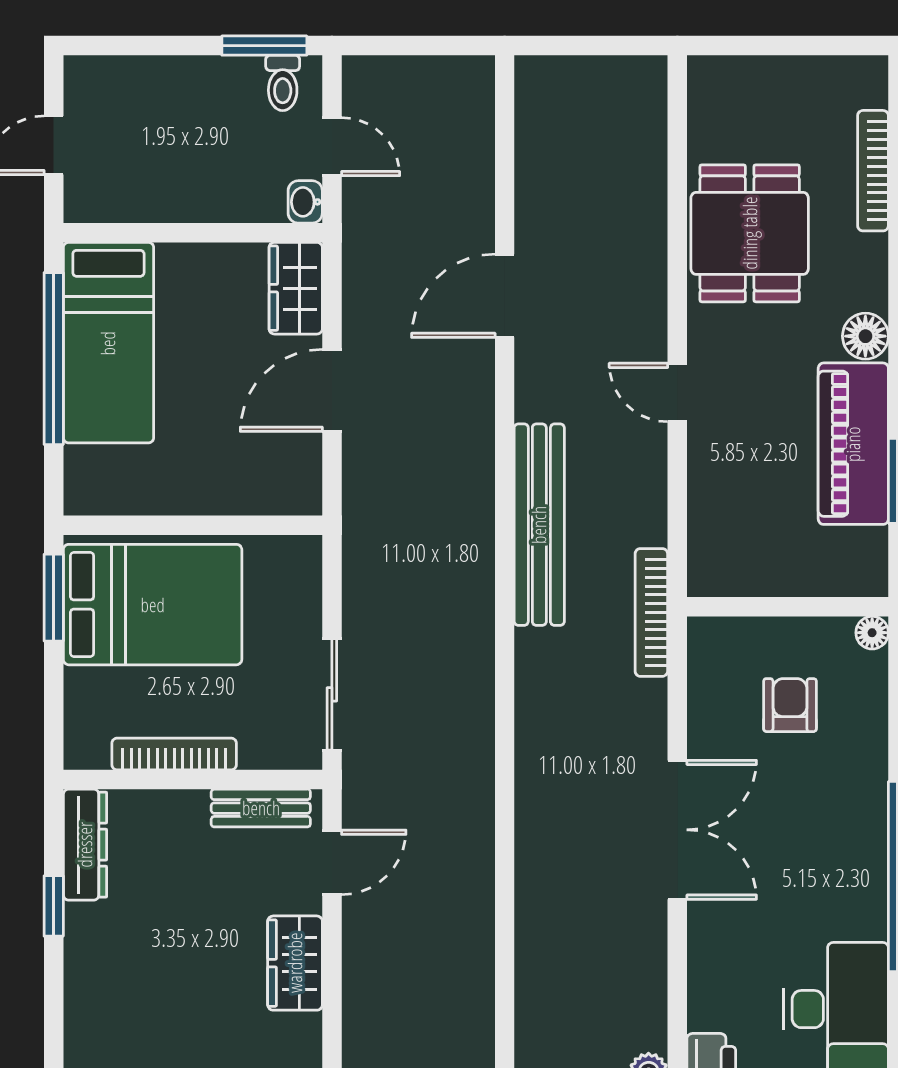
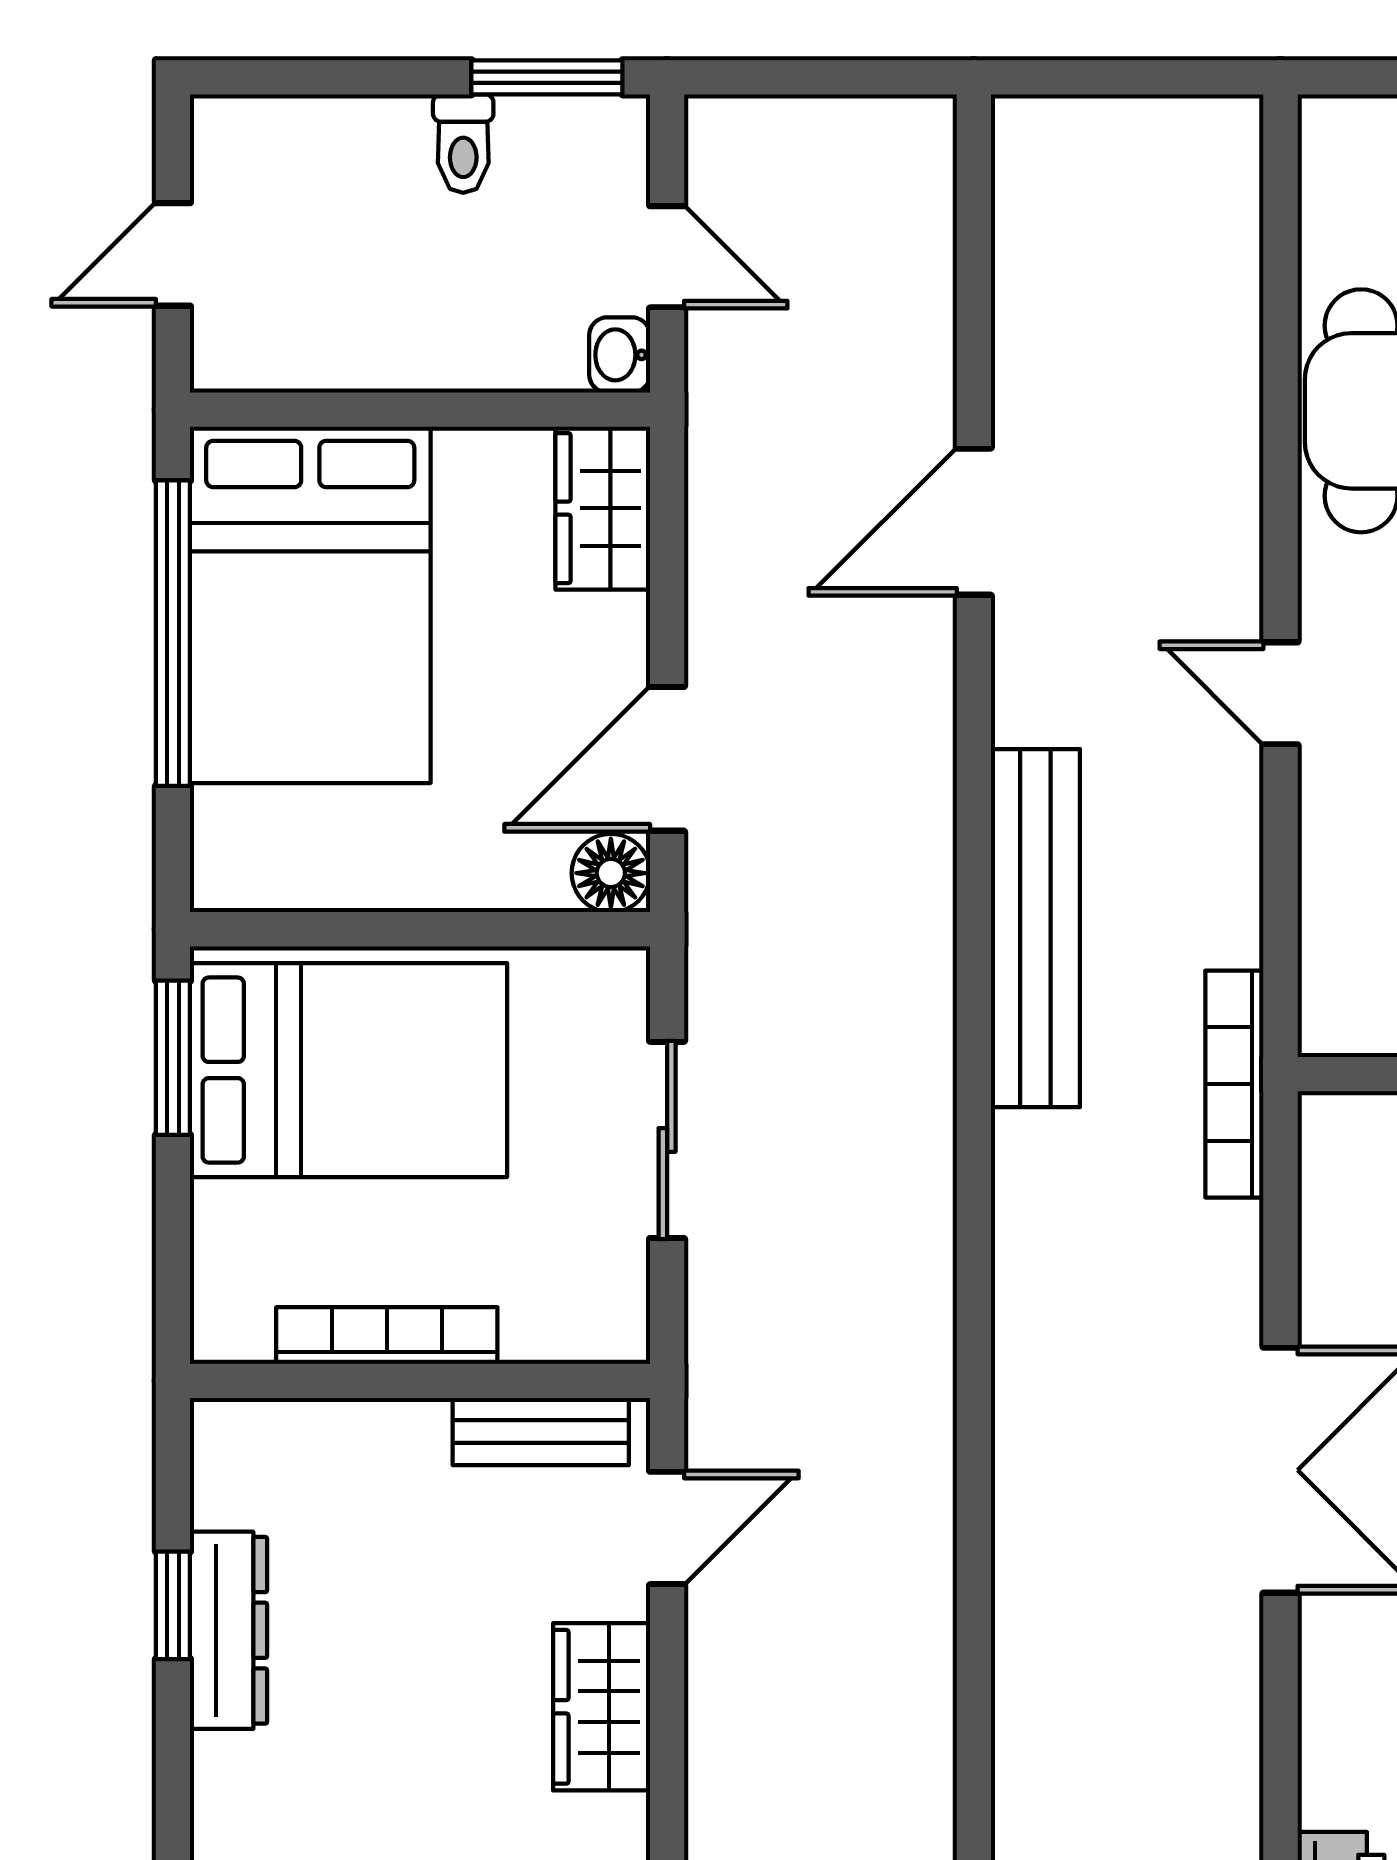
toilet: (283, 83) -> (463, 144), moved
bed: (108, 343) -> (310, 605), width x1.50
door: (332, 390) -> (667, 759), moved
floor lamp: (300, 494) -> (611, 873), added
sliding door: (332, 694) -> (667, 1140), moved
dresser: (85, 845) -> (229, 1630), moved

